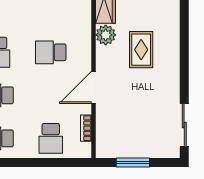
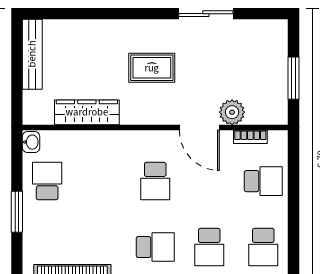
plant: (106, 35) -> (232, 112), moved
sliding door: (184, 125) -> (206, 14), moved

